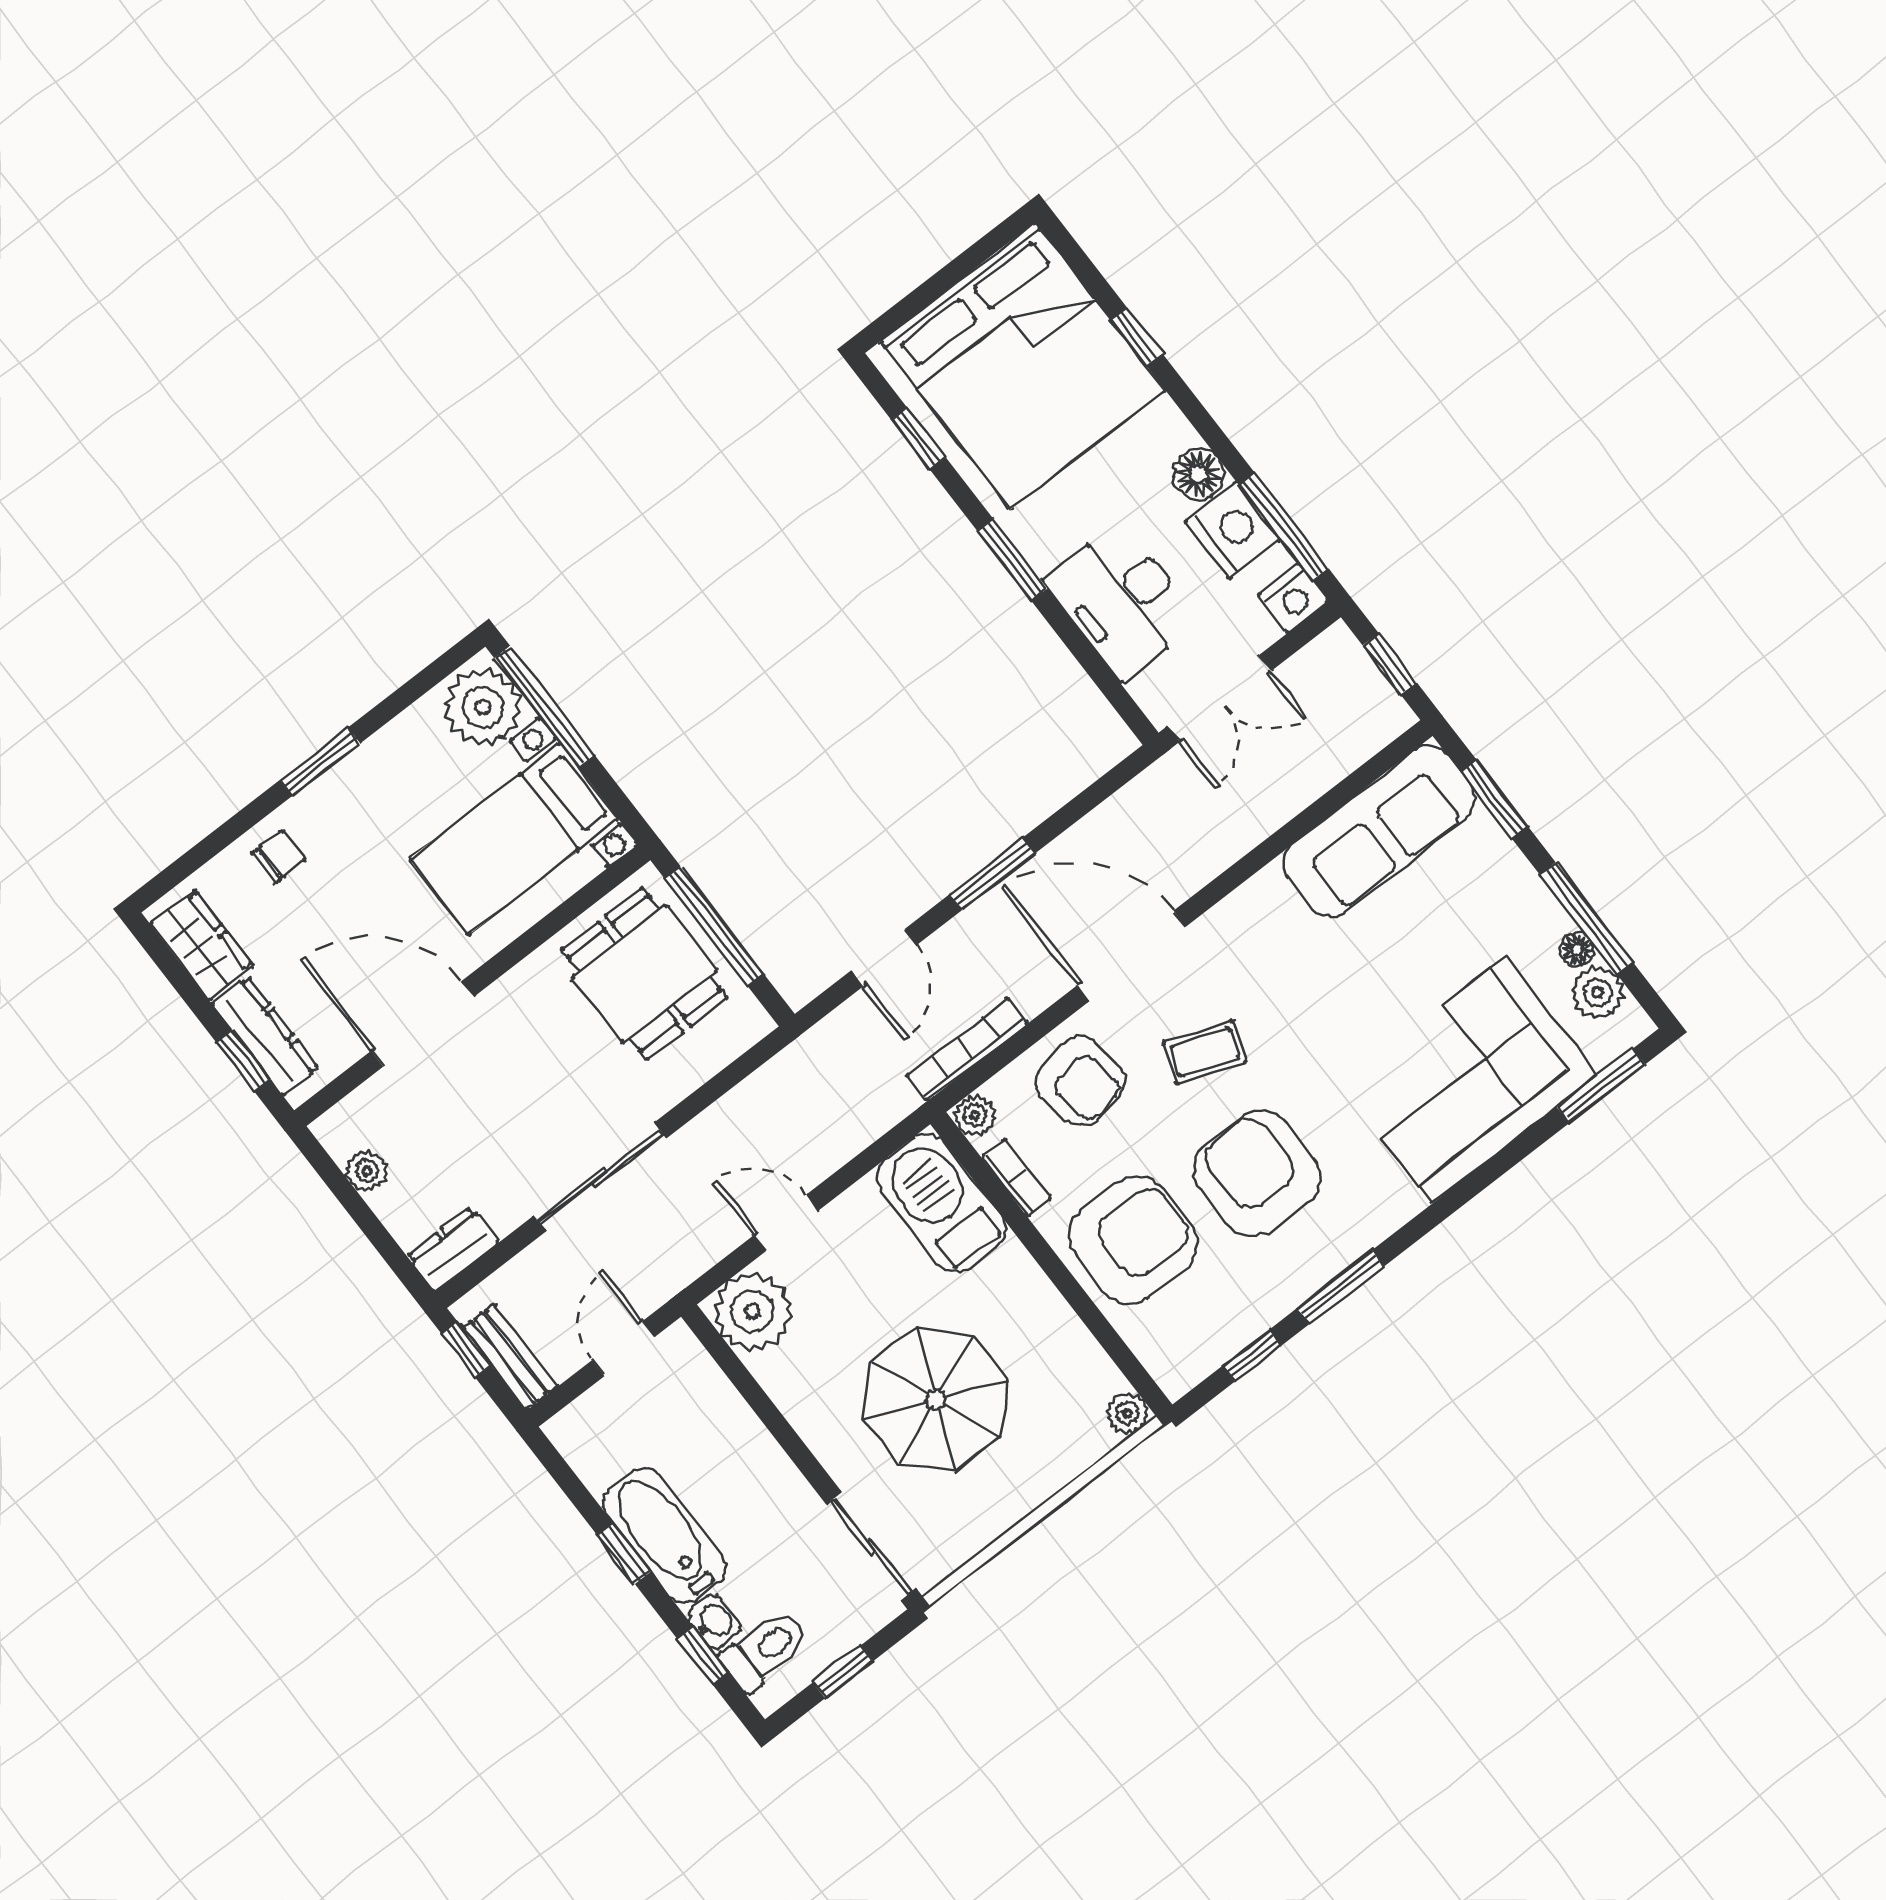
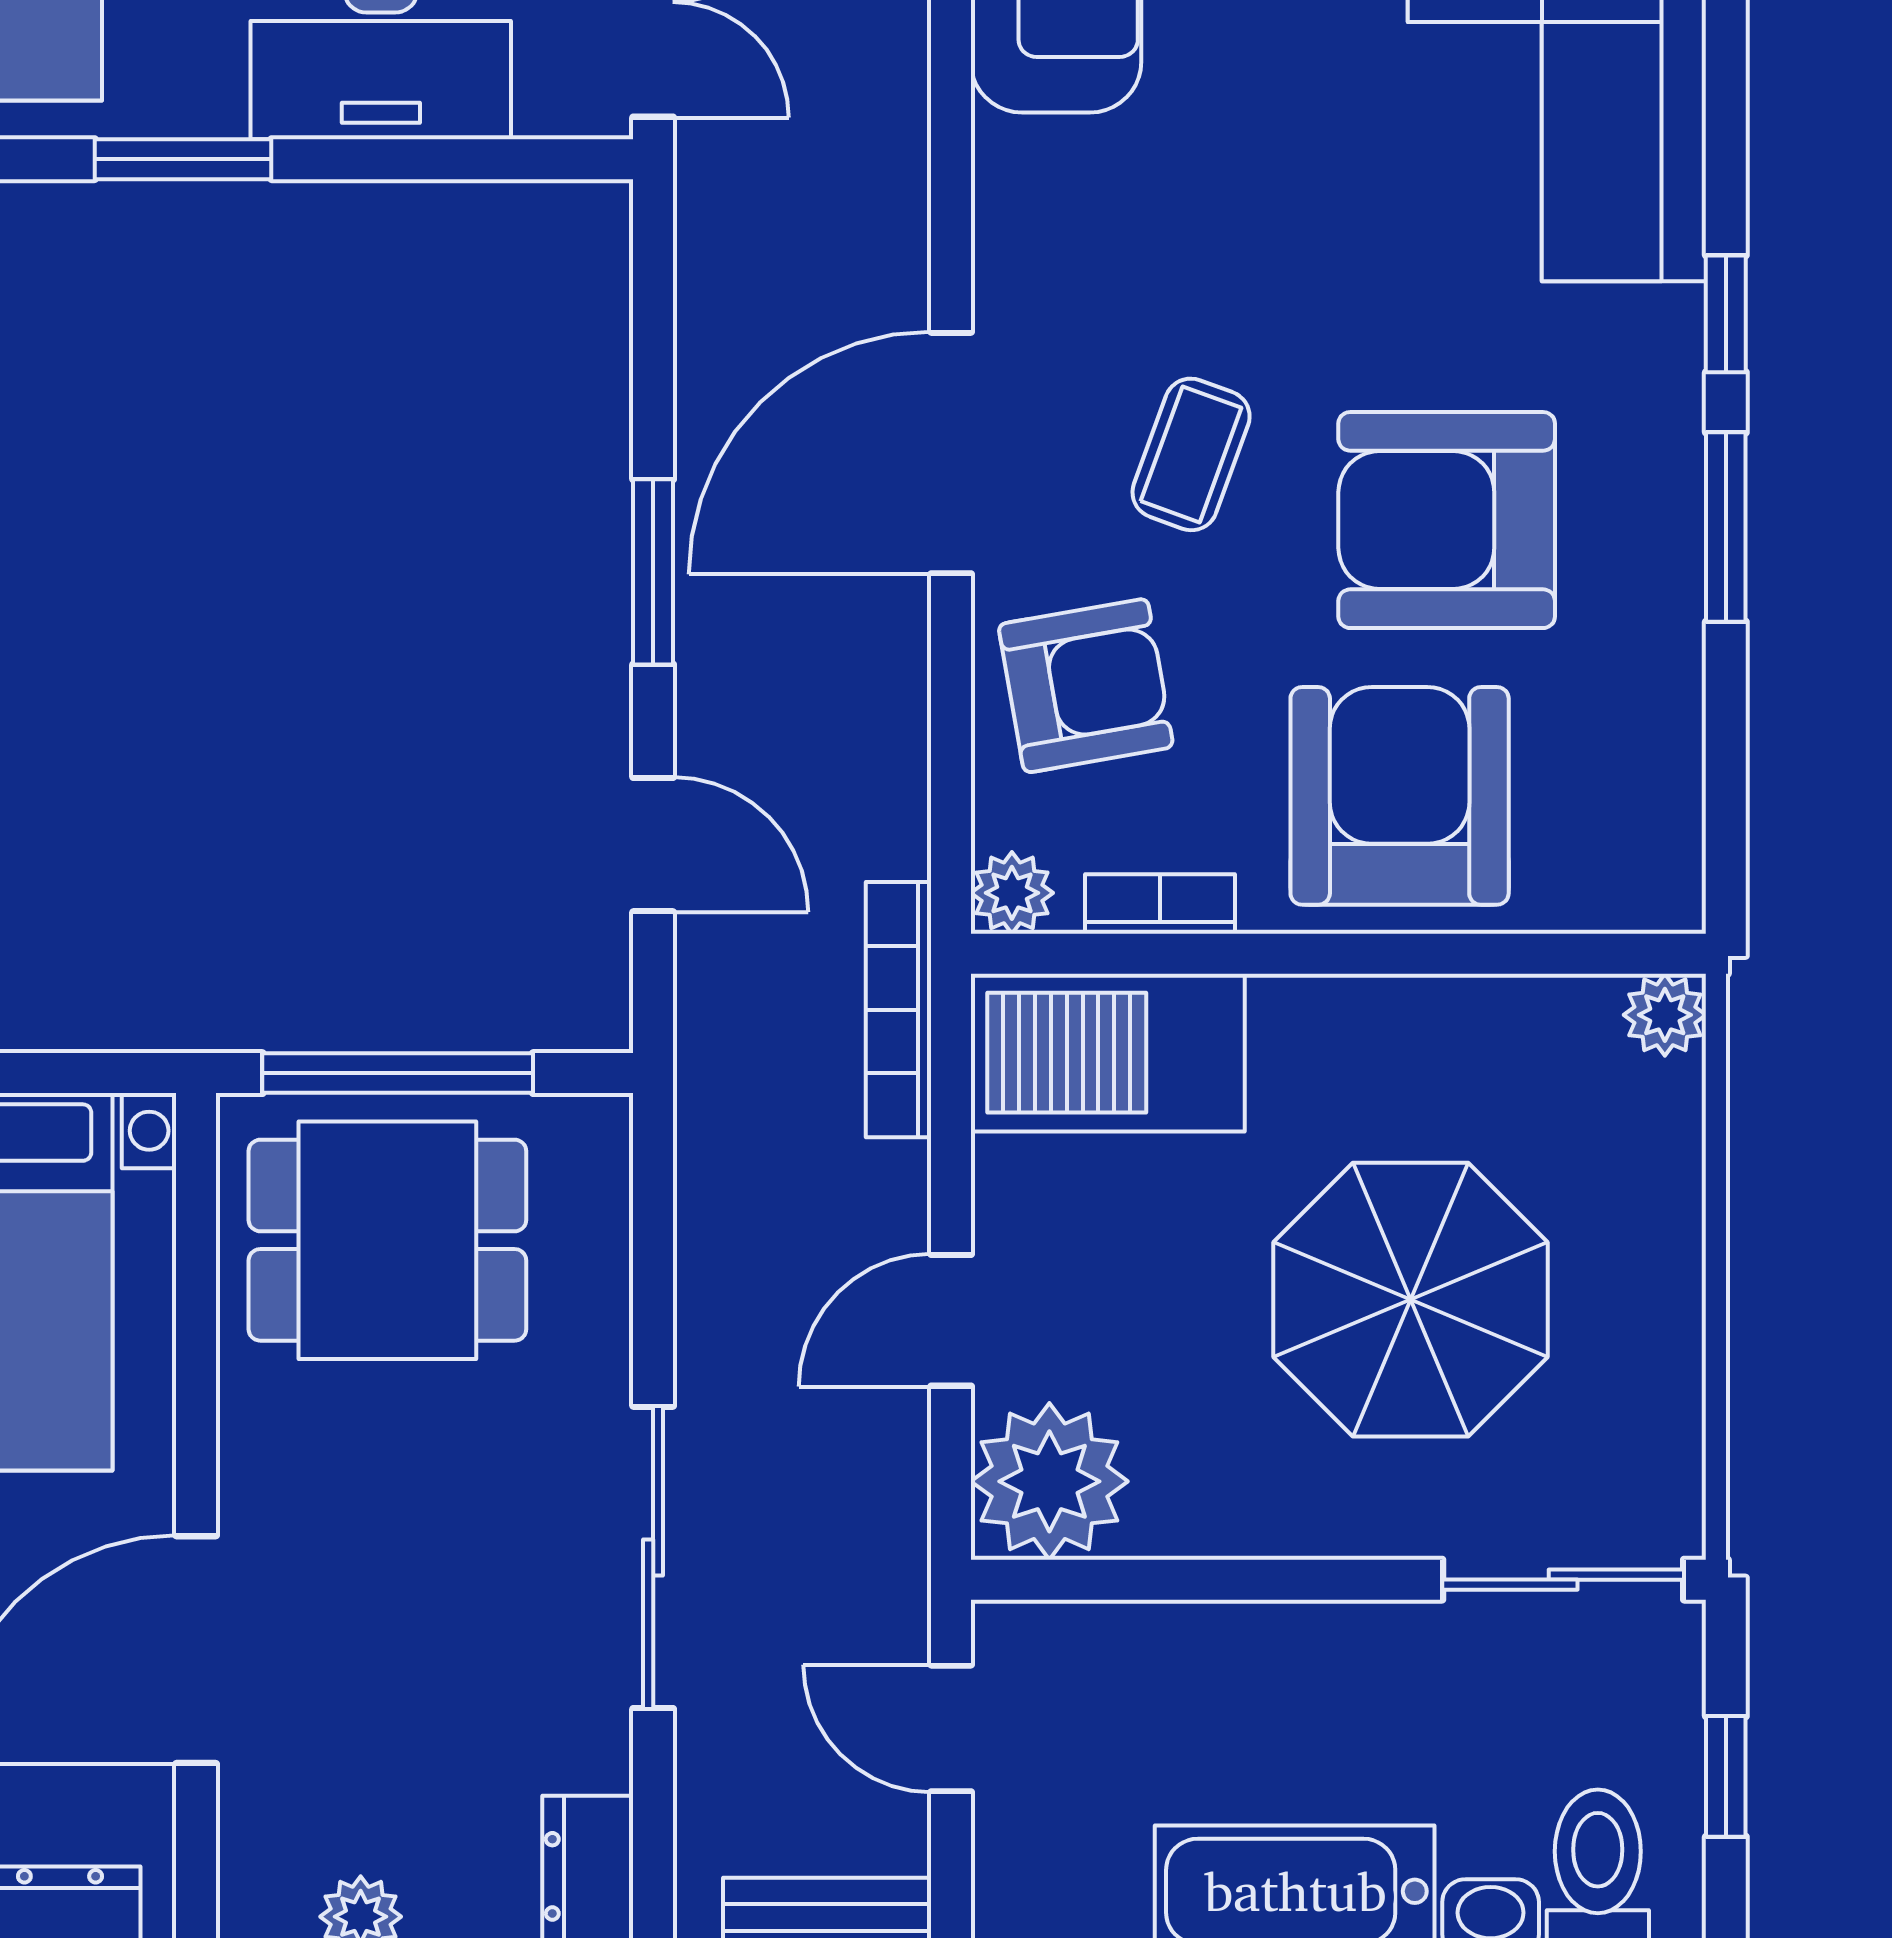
bookcase: (967, 1049) -> (898, 1010), moved
window: (1252, 1356) -> (1726, 314), moved

